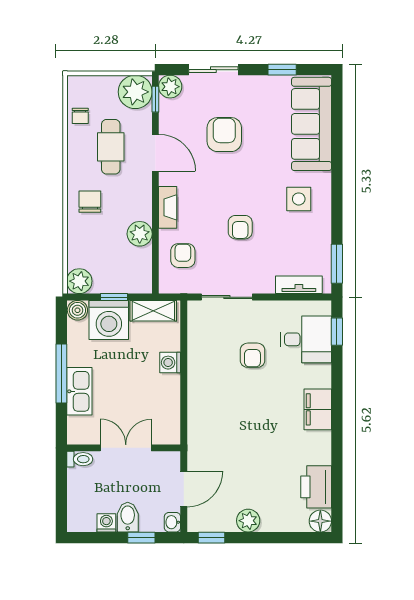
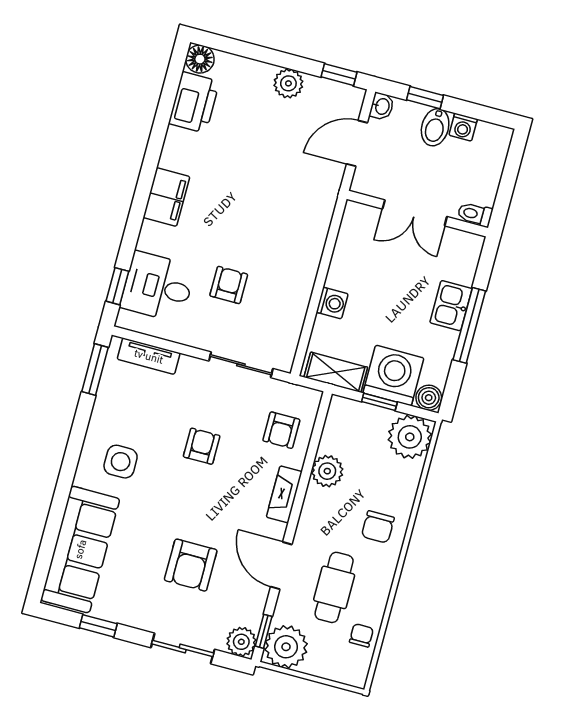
plant: (79, 281) -> (410, 437), width x1.36, depth x1.36
kitchen sink: (79, 391) -> (451, 306), width x0.73

